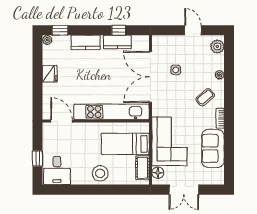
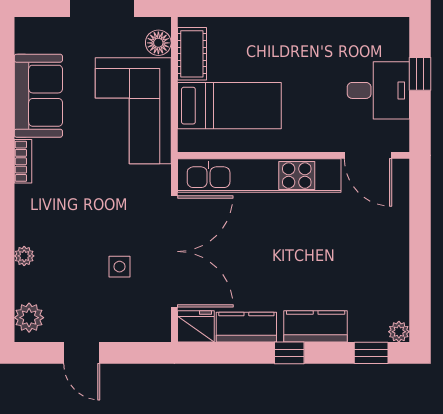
window: (119, 30) -> (289, 353), moved
fridge: (50, 74) -> (196, 326), moved, turned 90
coffee table: (205, 97) -> (55, 207), removed
desk: (57, 170) -> (378, 90), moved, turned 90
stool: (100, 173) -> (284, 41), removed

